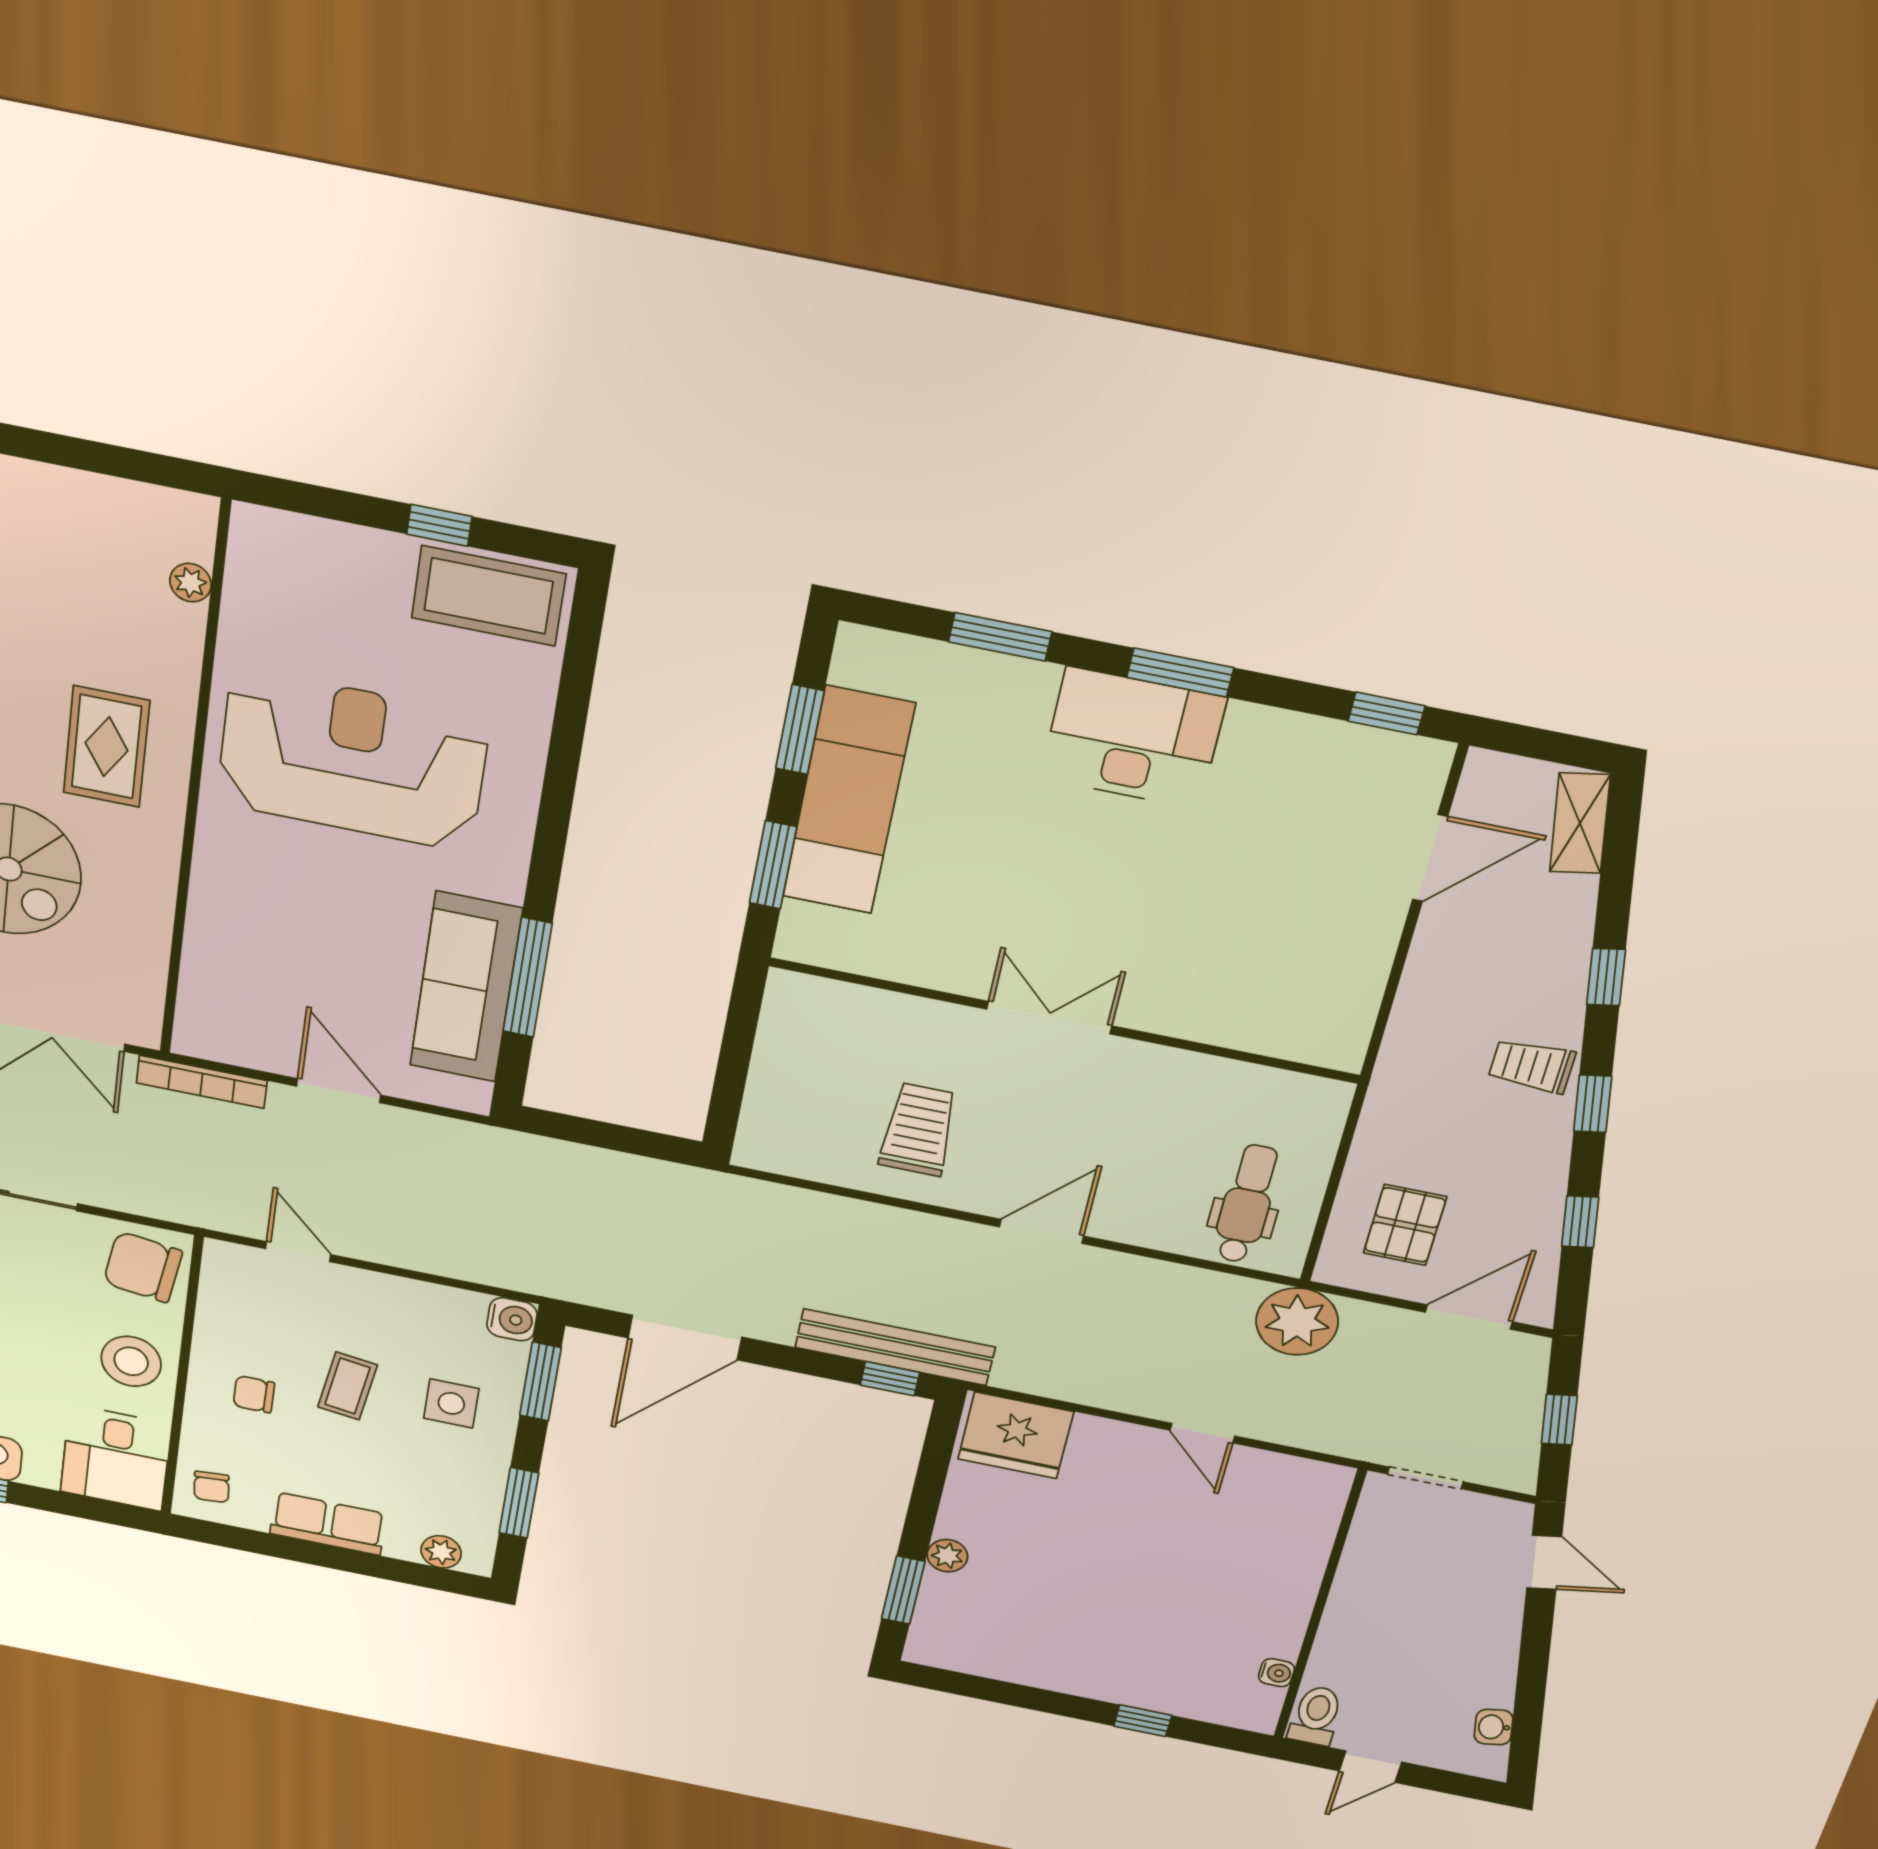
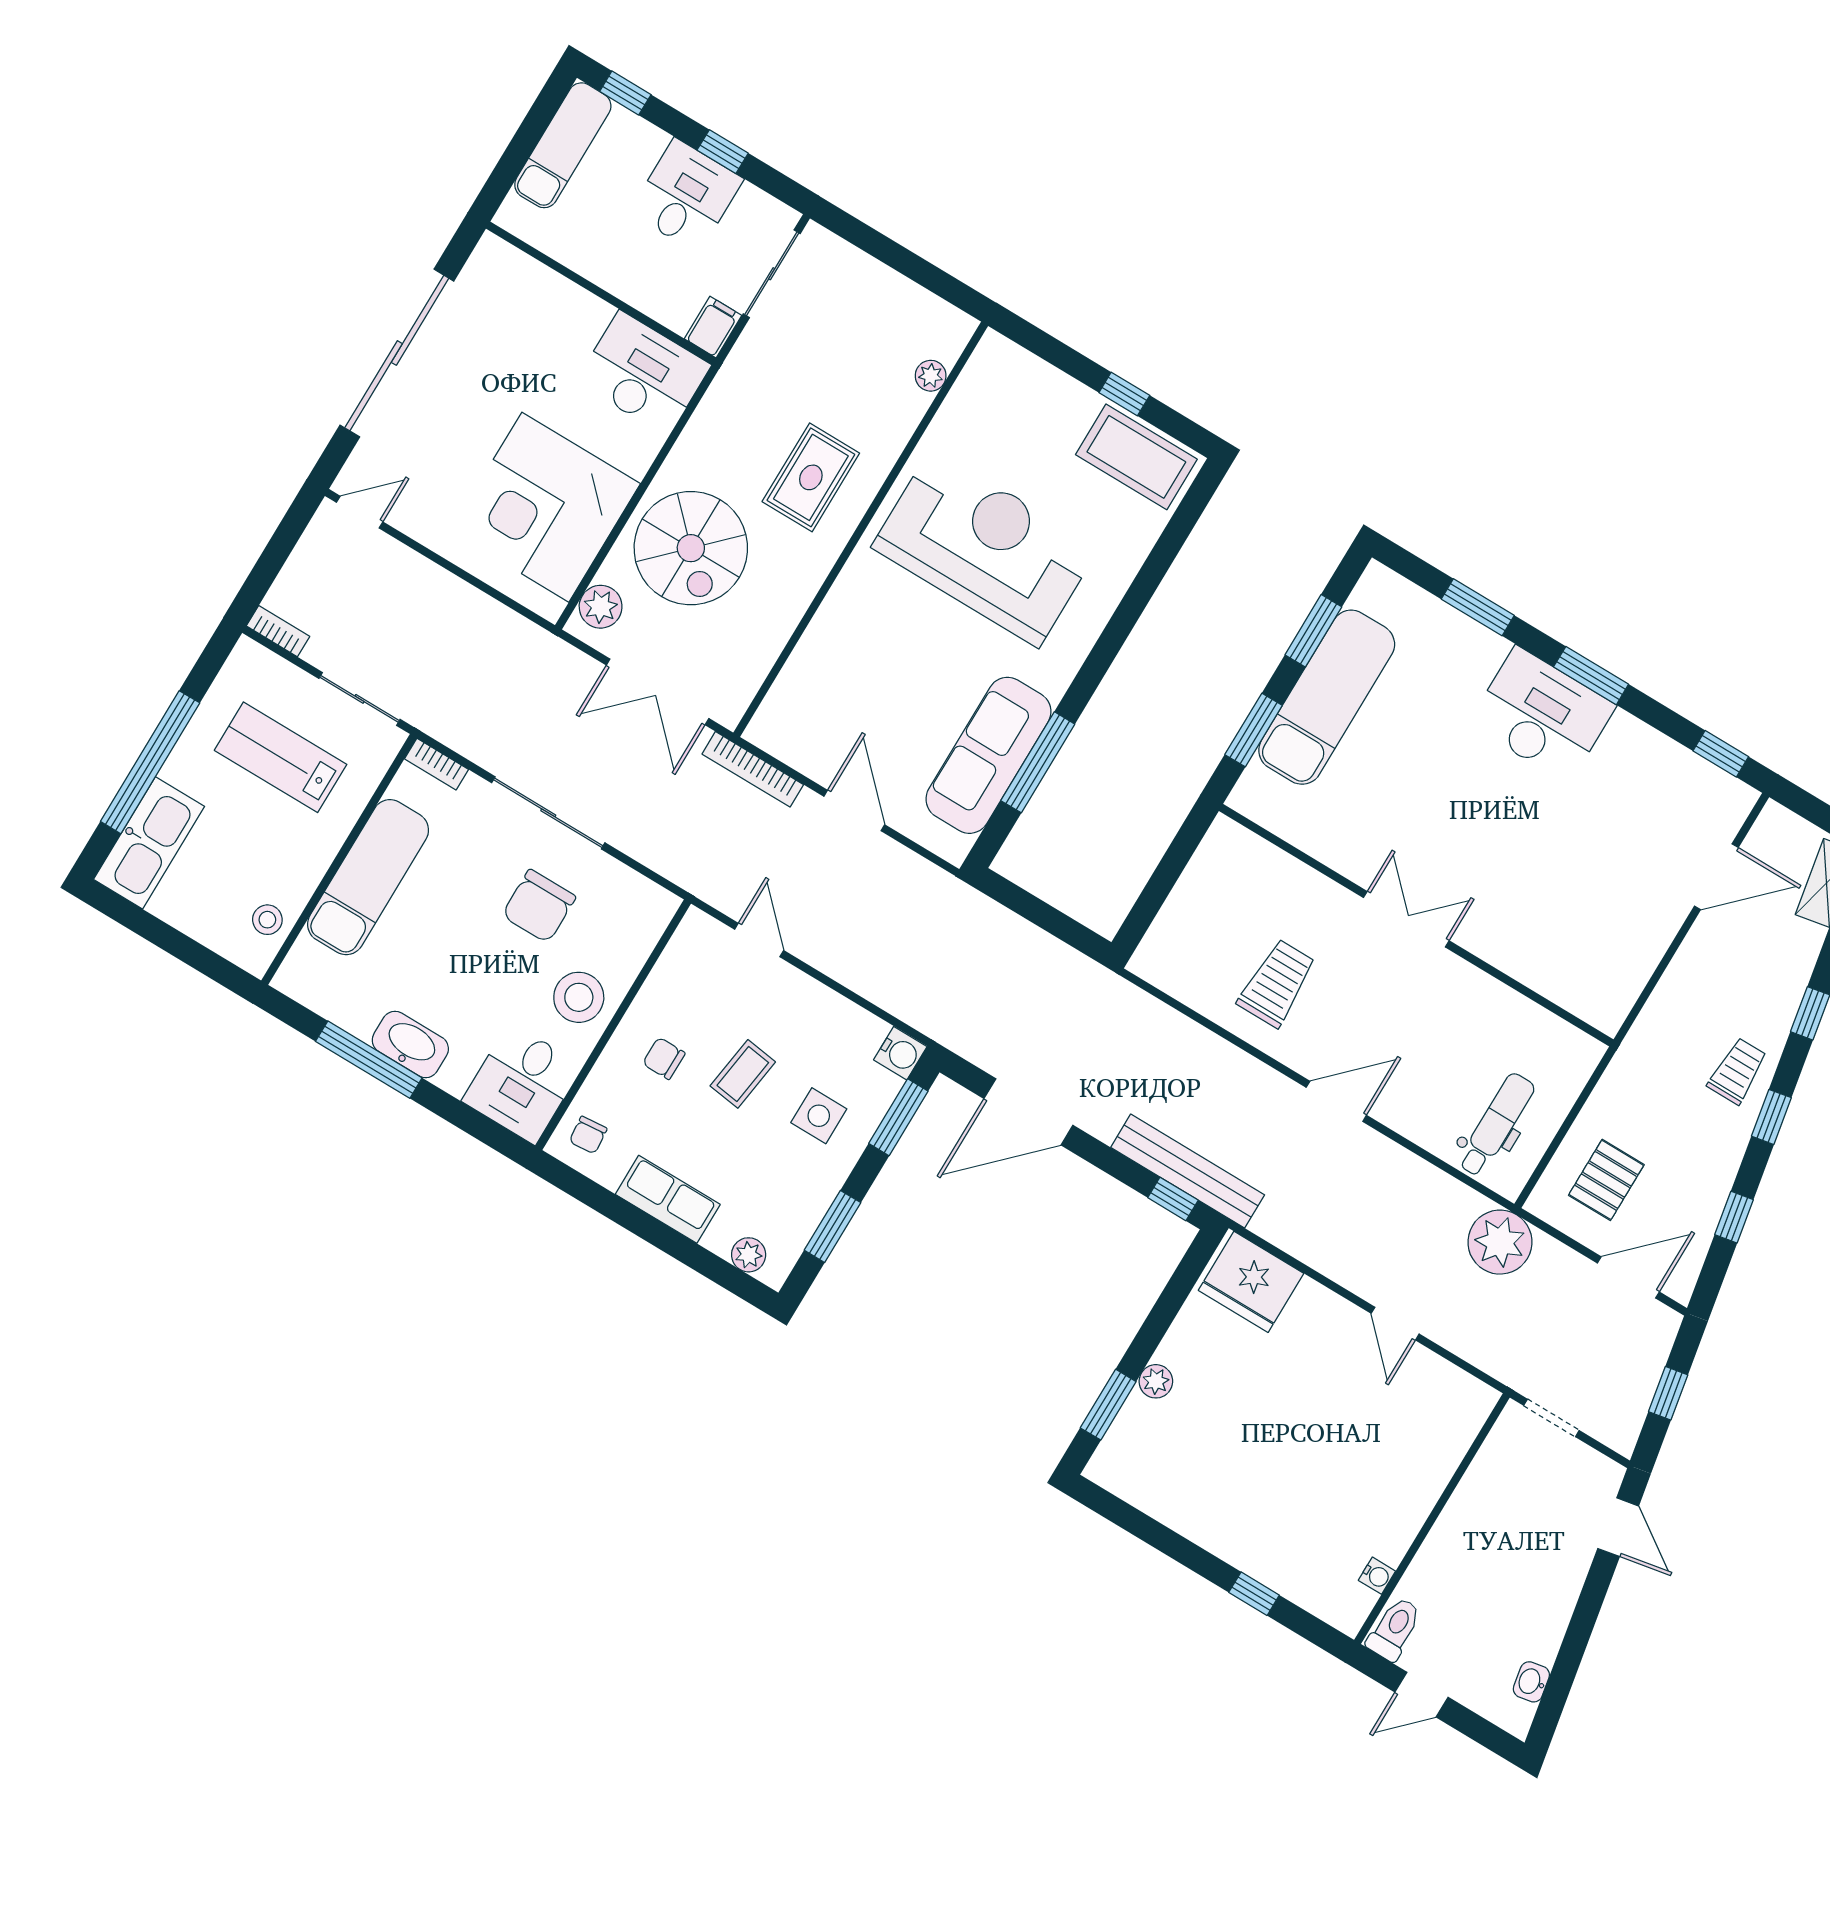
trolley: (1532, 1066) -> (1737, 1071), turned 90
chair: (143, 1267) -> (539, 906), moved, turned -98

